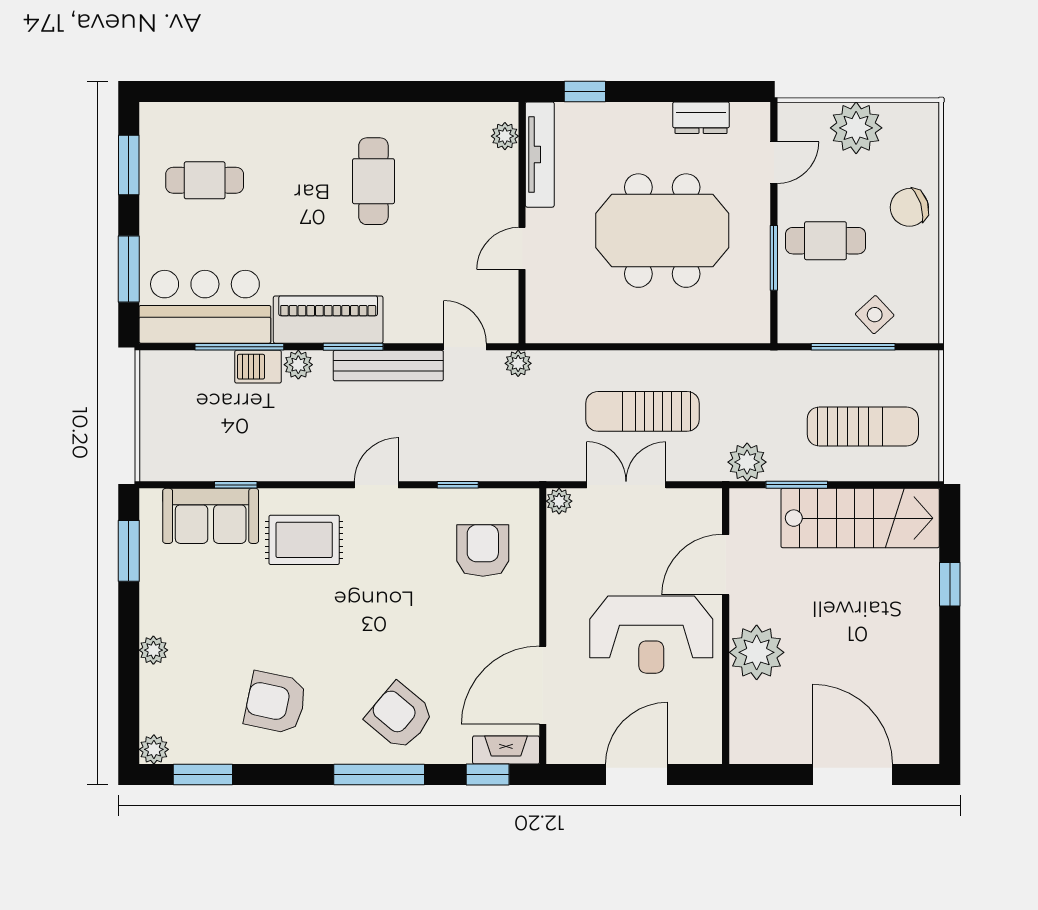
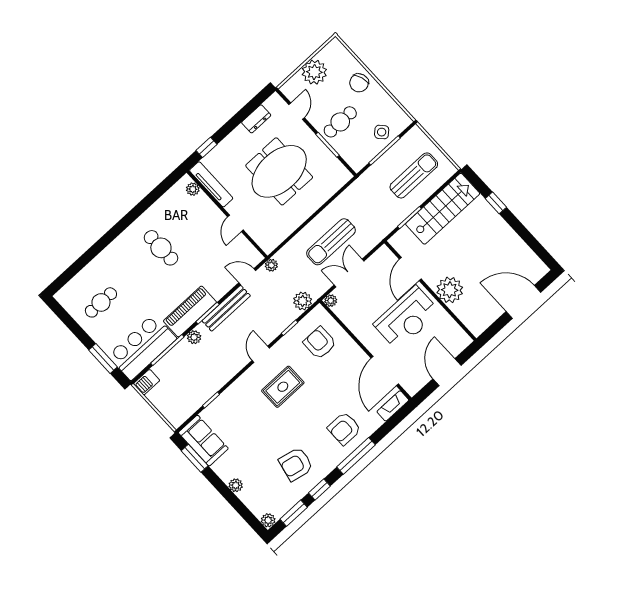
window: (129, 165) -> (69, 322), removed
barbecue: (258, 367) -> (147, 382), moved
plant: (747, 462) -> (303, 301), moved
sofa: (211, 516) -> (203, 441), moved, turned -90
rug: (304, 540) -> (283, 387), moved
armchair: (400, 716) -> (344, 429), turned -40
window: (488, 775) -> (319, 490), moved

